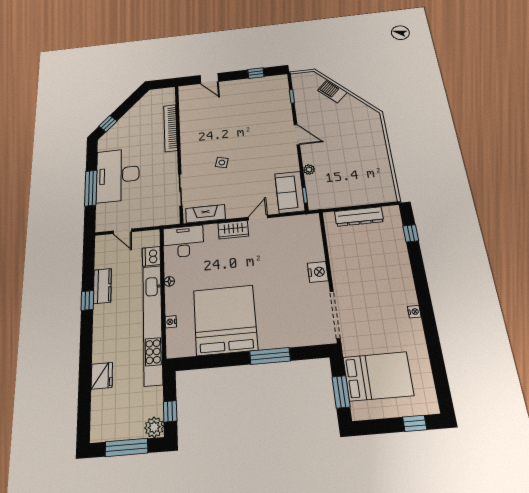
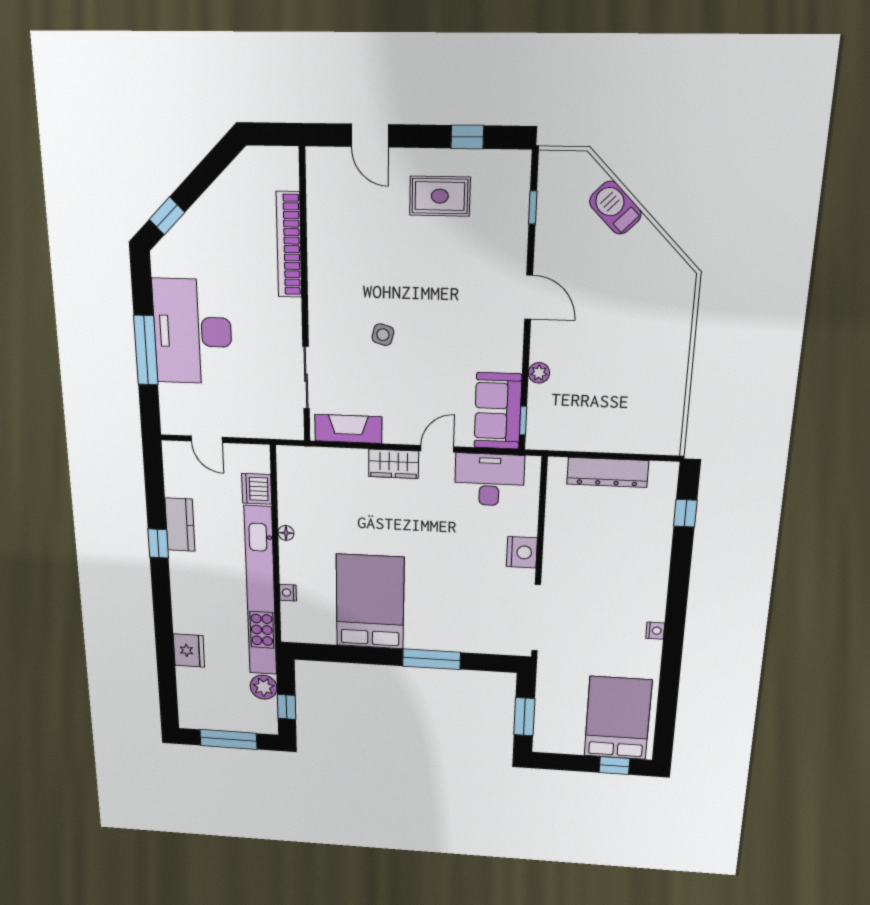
rug: (245, 98) -> (440, 196), added
desk: (183, 241) -> (489, 480), moved
bed: (225, 320) -> (370, 602), width x0.73
bed: (378, 376) -> (618, 718), moved, turned -90
plant: (154, 427) -> (264, 687), moved

